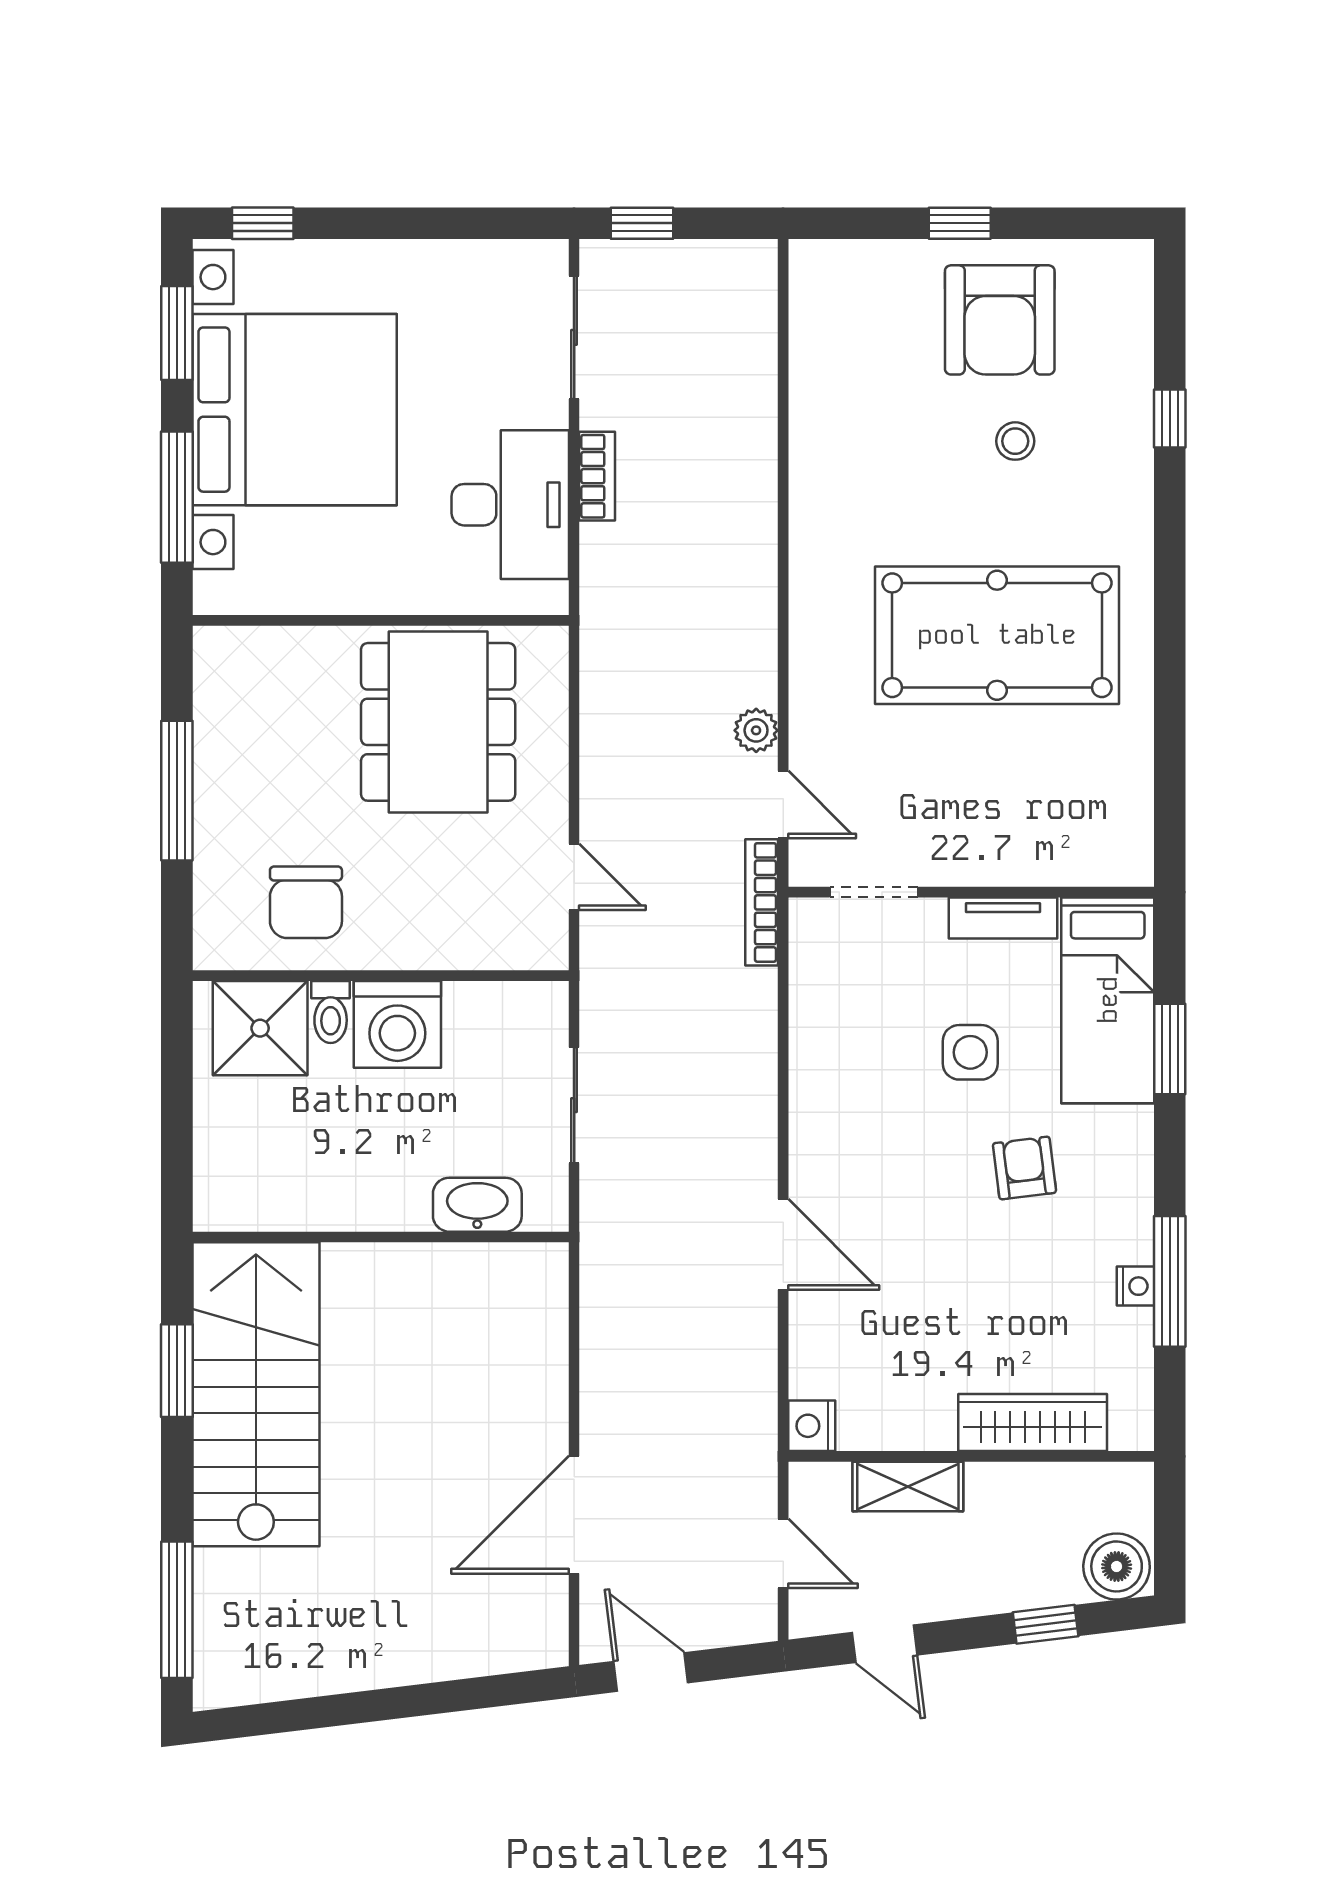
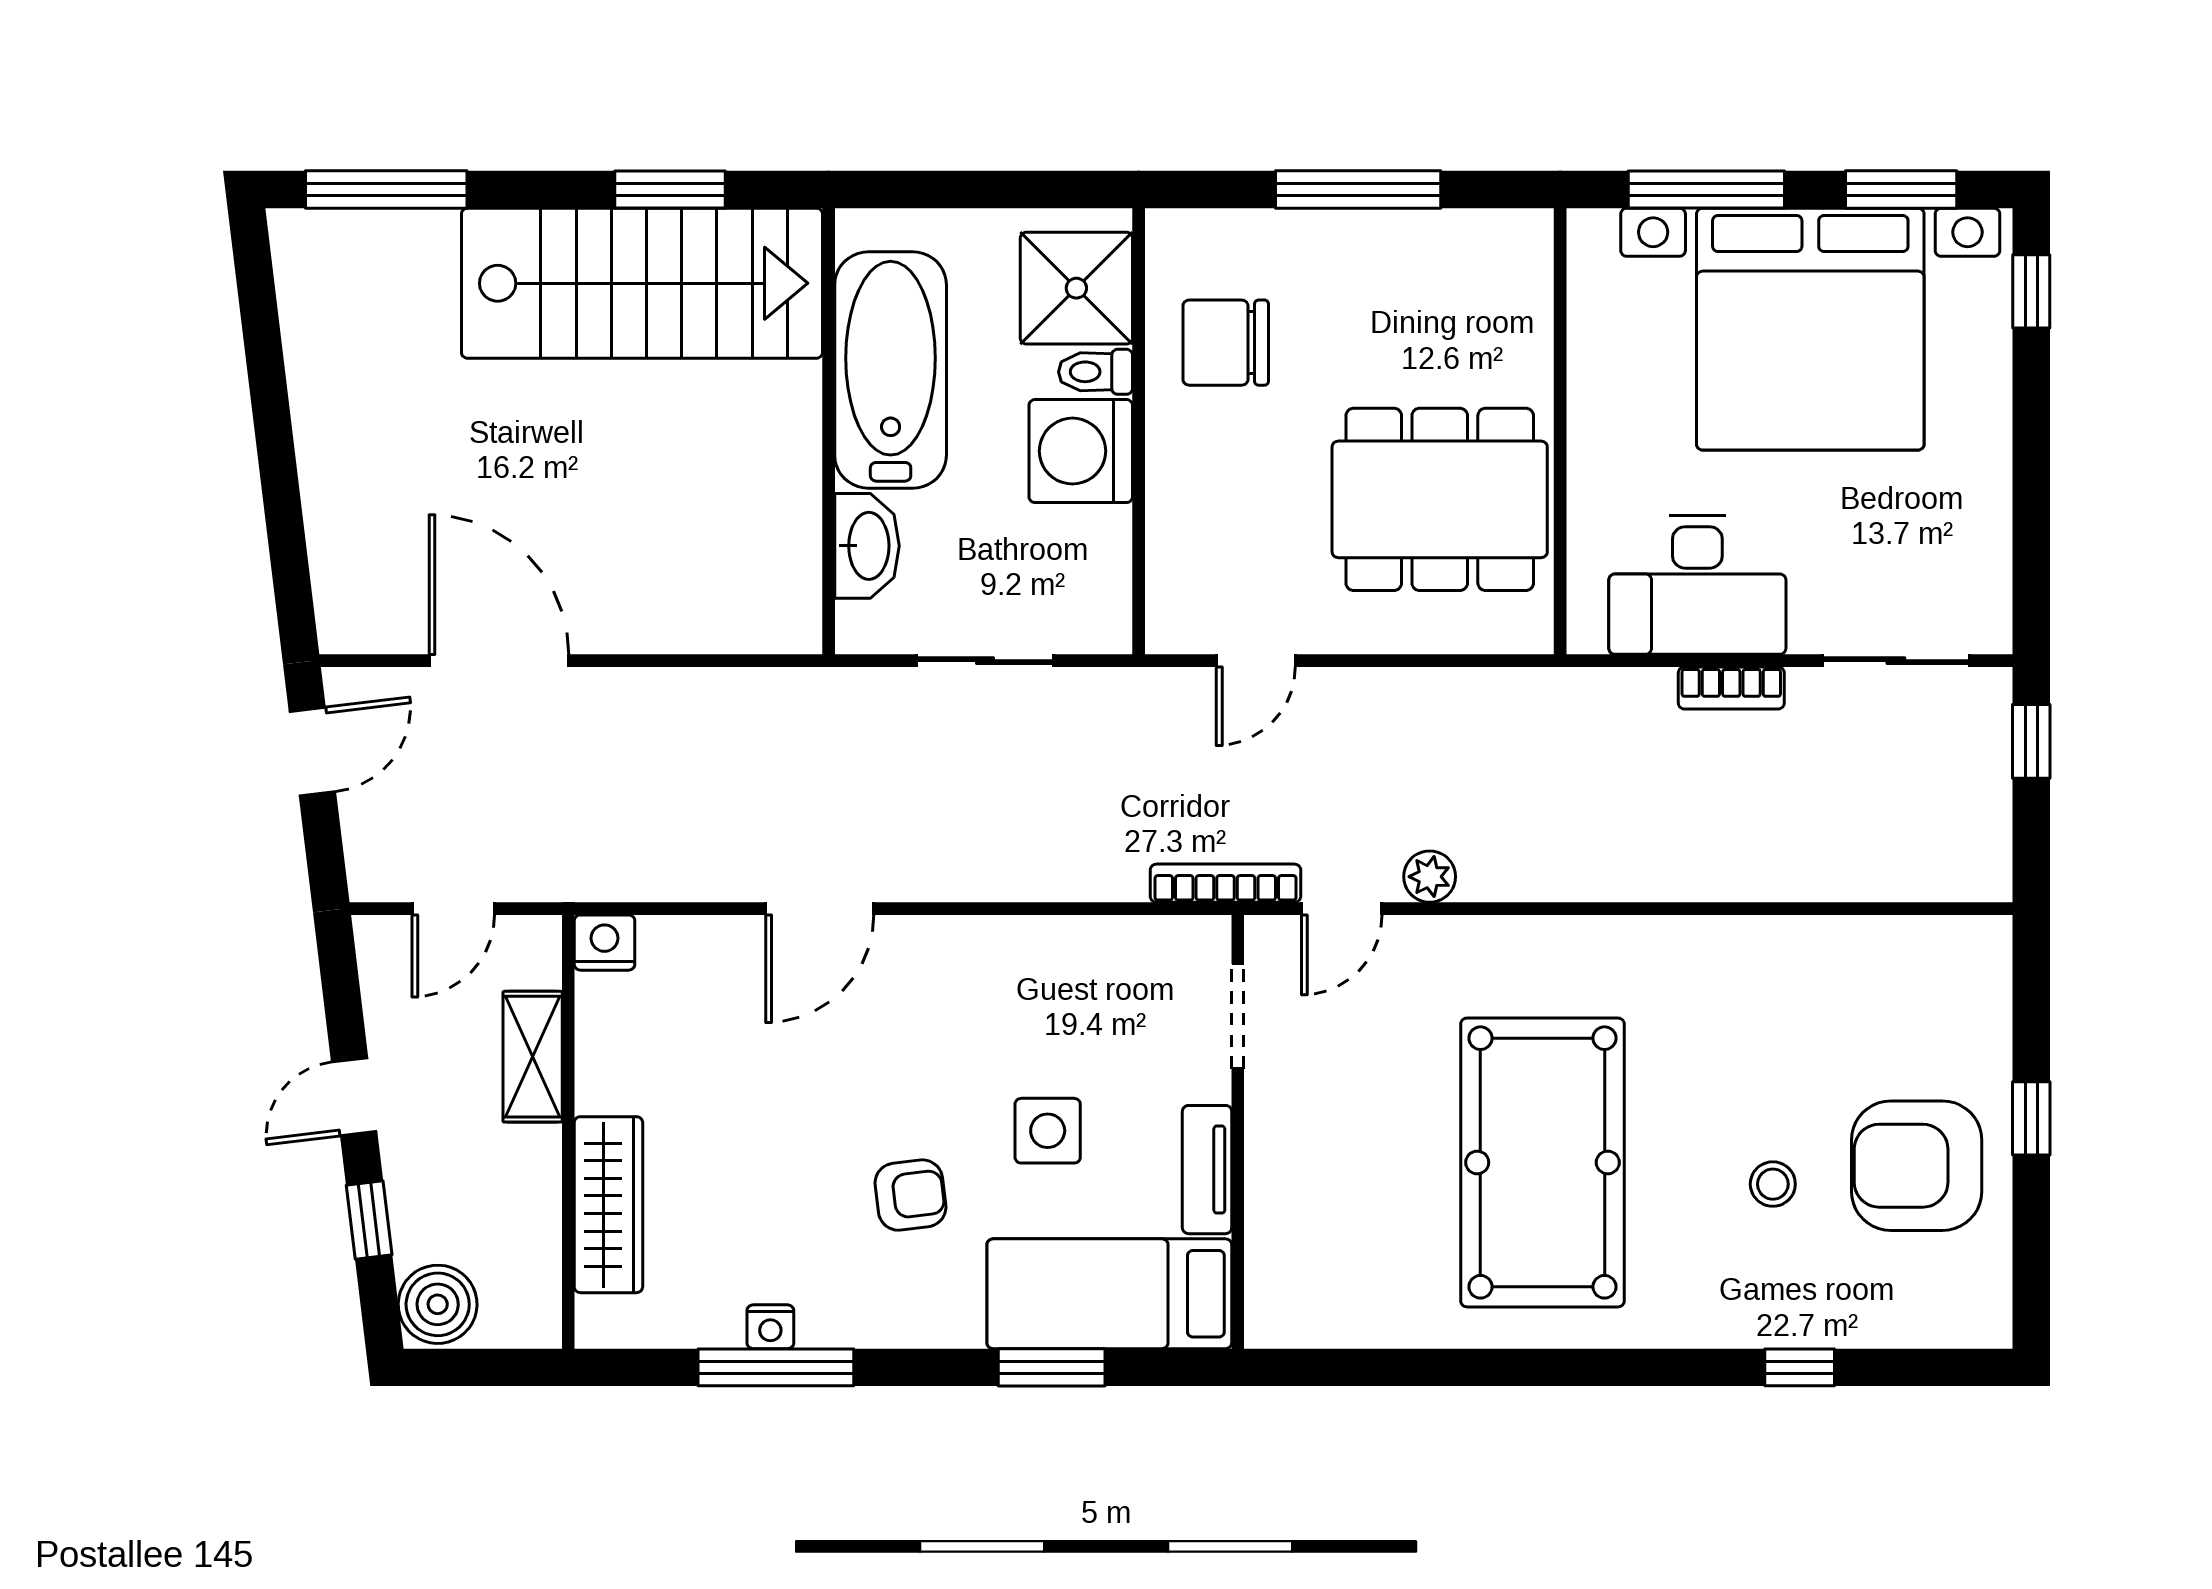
bathtub: (329, 1185) -> (891, 370), added
door: (885, 1644) -> (354, 1097), moved

